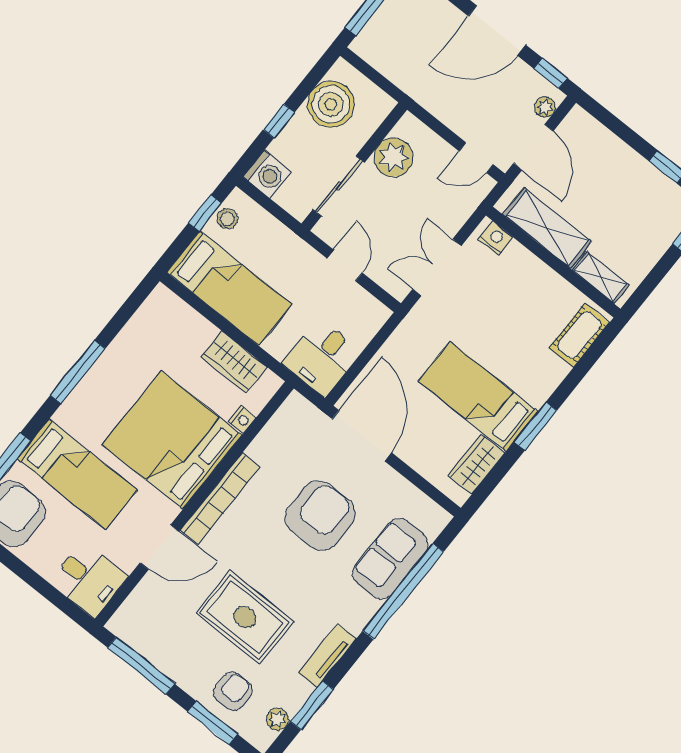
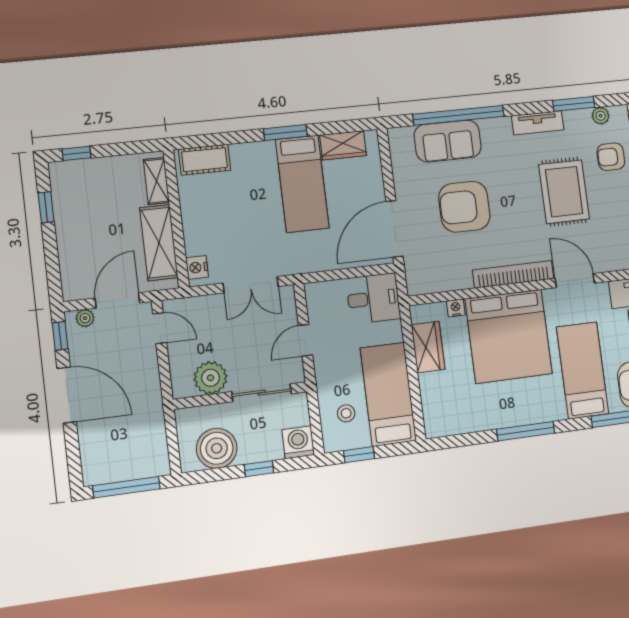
stool: (227, 219) -> (346, 413), moved

